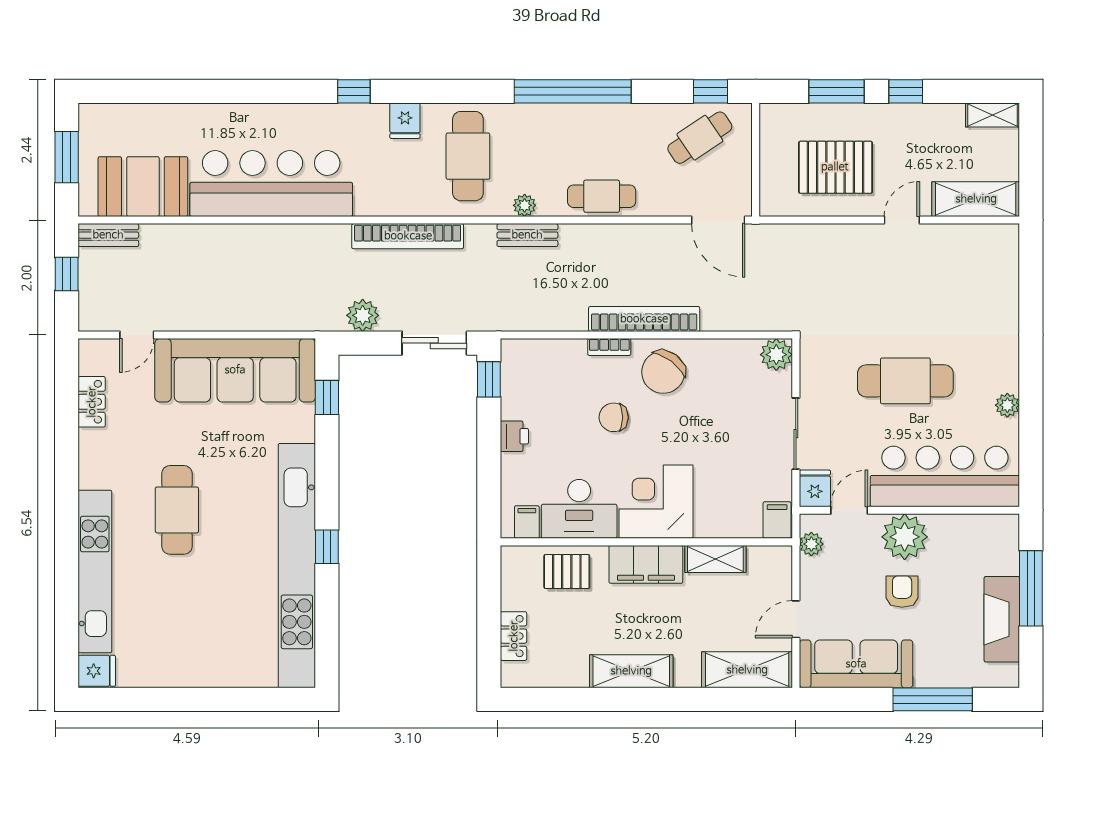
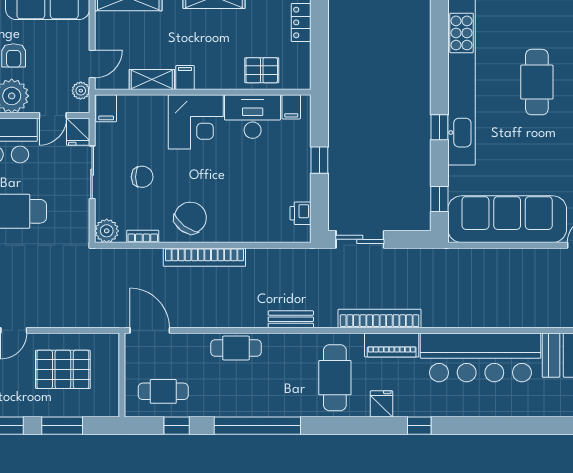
window: (711, 91) -> (177, 426), moved
cafe table: (700, 138) -> (163, 391), turned 34
piano: (391, 200) -> (392, 345), added
plant: (525, 205) -> (293, 341), removed
plant: (363, 315) -> (413, 260), removed
bookcase: (609, 347) -> (143, 236), moved
window: (489, 379) -> (319, 160), moved
chair: (614, 417) -> (142, 177), moved
printer: (514, 436) -> (300, 213), moved
cafe table: (177, 510) -> (537, 82), moved
window: (327, 547) -> (439, 127), moved
filing cabinet: (646, 564) -> (185, 78), width x0.33, depth x0.86
door: (796, 619) -> (92, 64), moved

